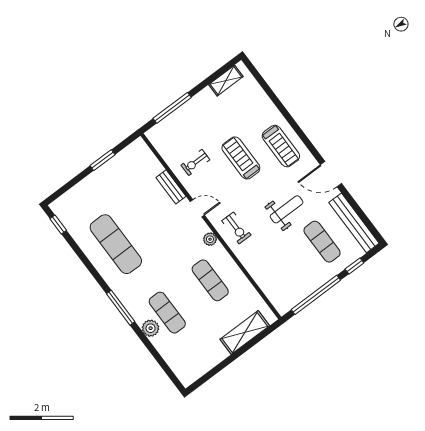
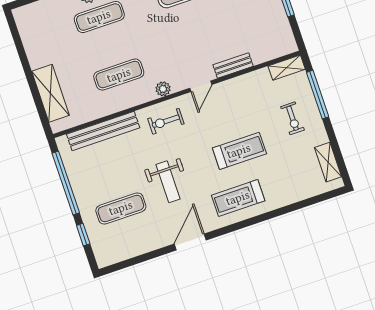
shelving: (158, 141) -> (287, 68), added
exercise bike: (195, 162) -> (292, 118), moved, turned 180
bench: (354, 223) -> (103, 131), moved

